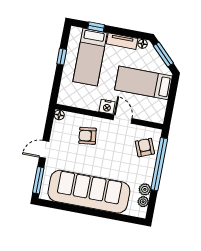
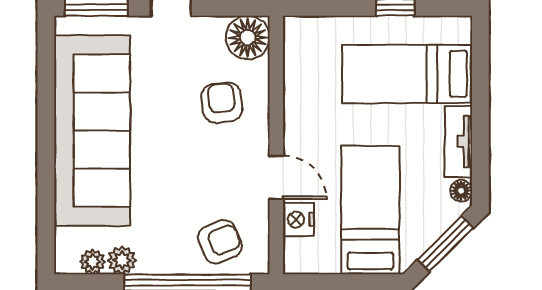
window: (96, 27) -> (480, 75), removed
nightstand: (107, 107) -> (298, 220), moved
floor lamp: (59, 115) -> (248, 38), width x1.89, depth x1.89
door: (123, 119) -> (276, 177), hinge flipped

